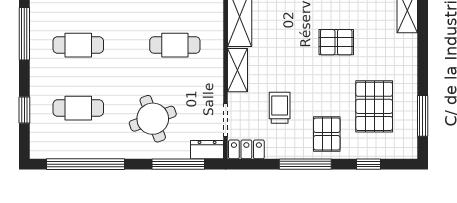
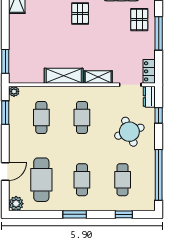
window: (24, 34) -> (75, 214), width x0.69
trolley: (280, 108) -> (122, 50), removed
pallet: (327, 134) -> (139, 20), turned 90
window: (178, 164) -> (159, 115), width x0.46

